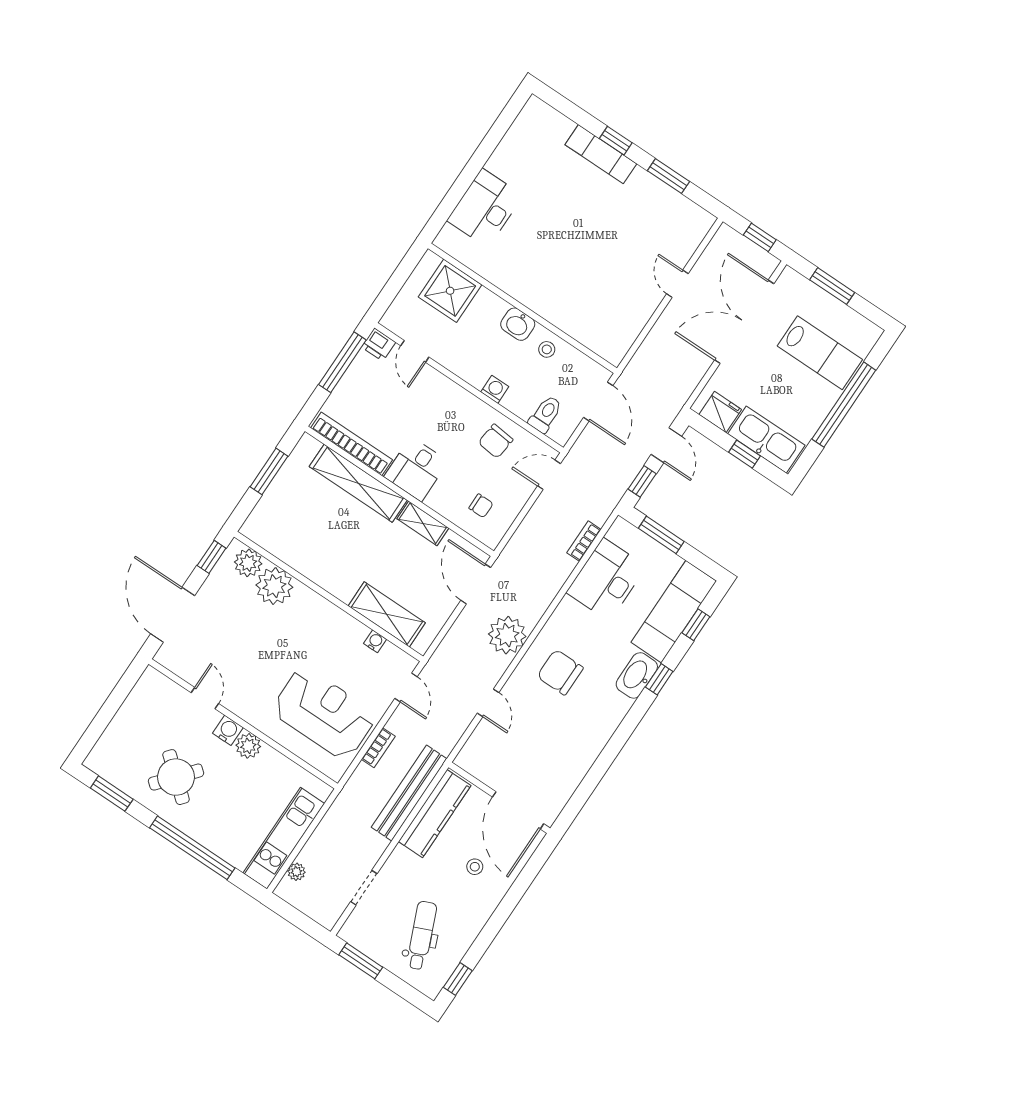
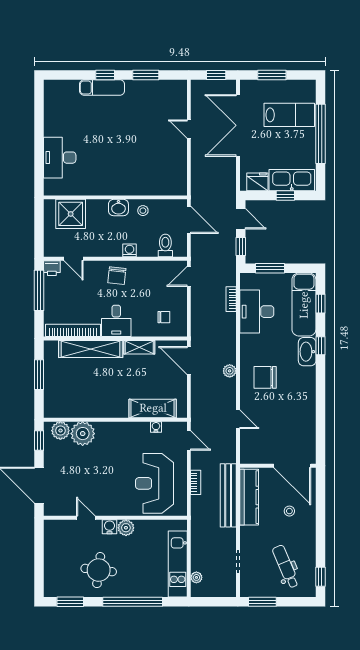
chair: (496, 441) -> (117, 276), moved
plant: (507, 635) -> (230, 371), width x0.53, depth x0.53
reception desk: (324, 713) -> (154, 483), turned -90
round table: (176, 777) -> (99, 570), turned -33

